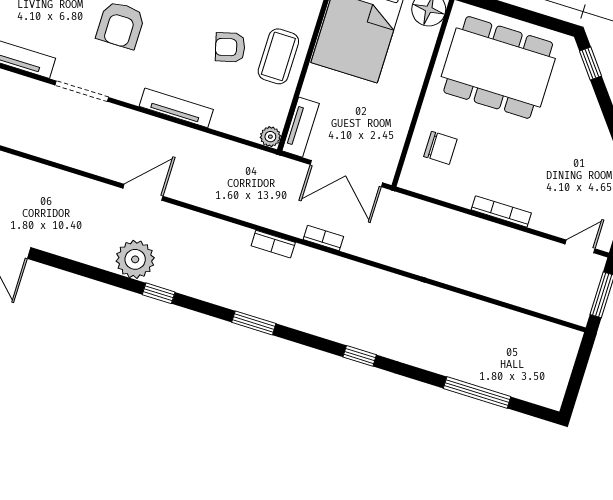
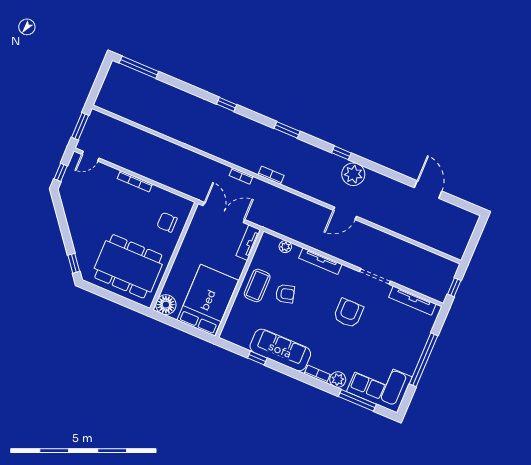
plant: (270, 137) -> (285, 247), moved
window: (477, 392) -> (139, 67), moved

